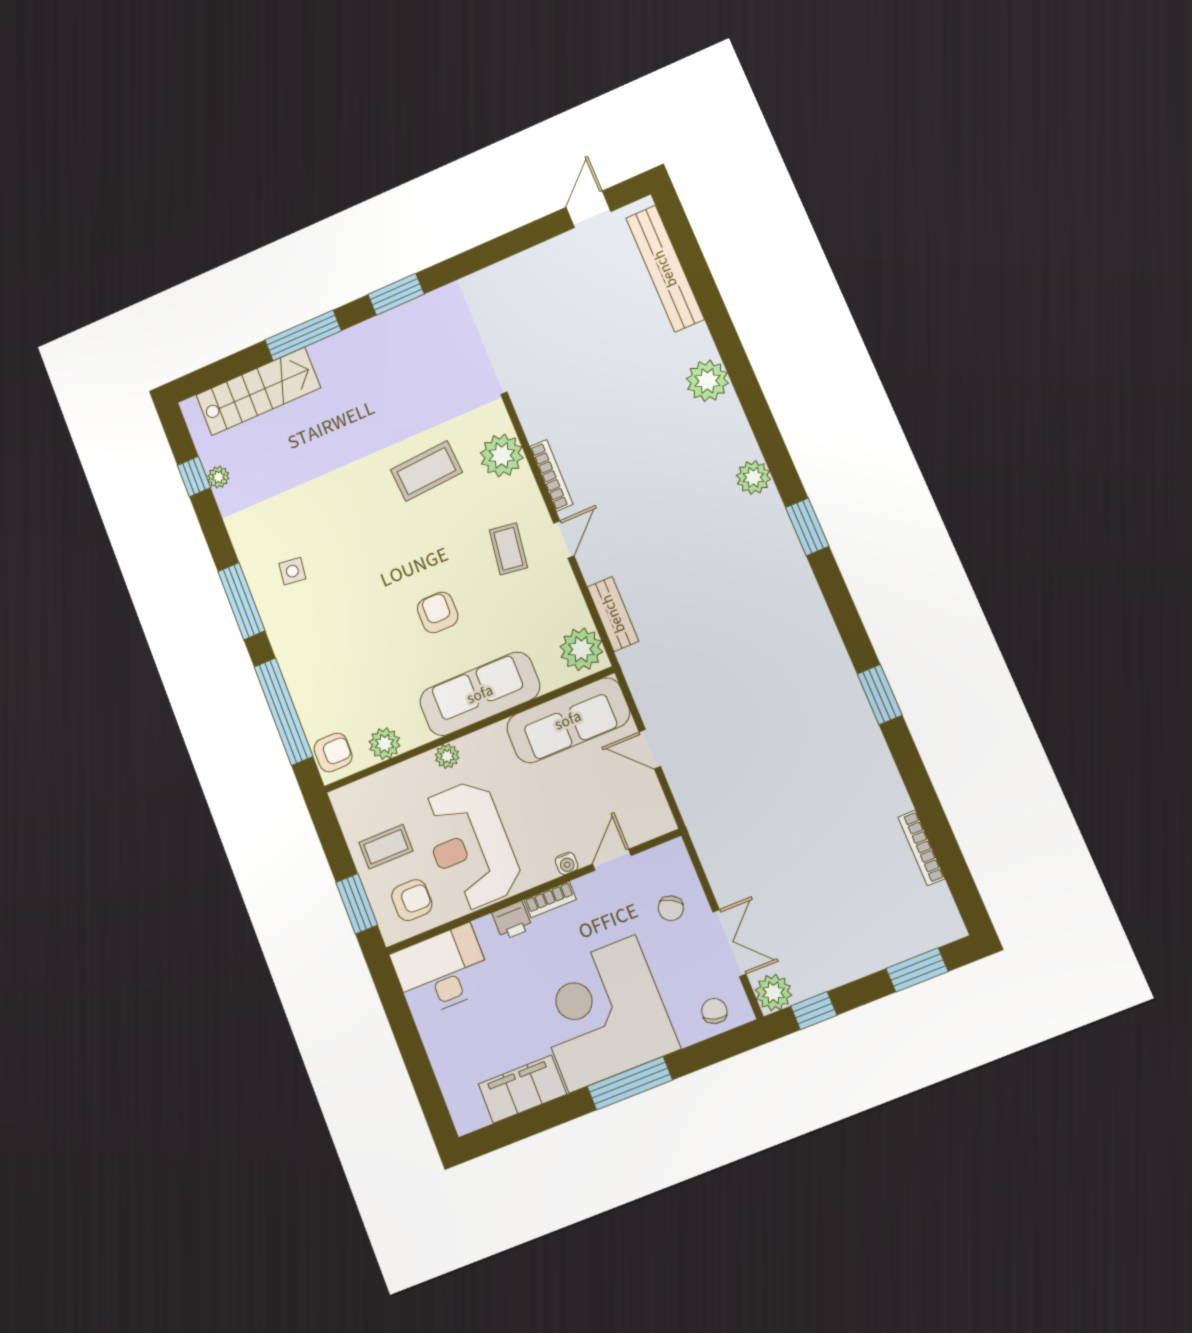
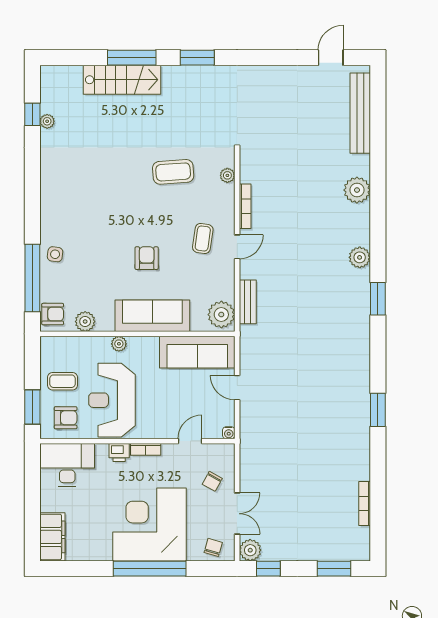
stairs: (258, 391) -> (122, 80), moved
plant: (502, 455) -> (227, 175), width x0.53, depth x0.53
side table: (292, 571) -> (55, 254), moved
window: (241, 601) -> (32, 202), removed
water cooler: (567, 863) -> (229, 433), moved
window: (630, 1083) -> (150, 569), width x1.46
filing cabinet: (522, 1089) -> (52, 537), moved, turned 90

